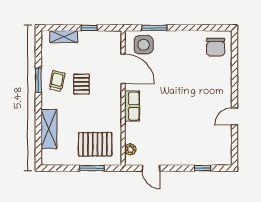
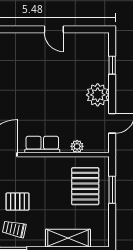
plant: (130, 149) -> (77, 146), moved
plant: (176, 155) -> (98, 95), added

